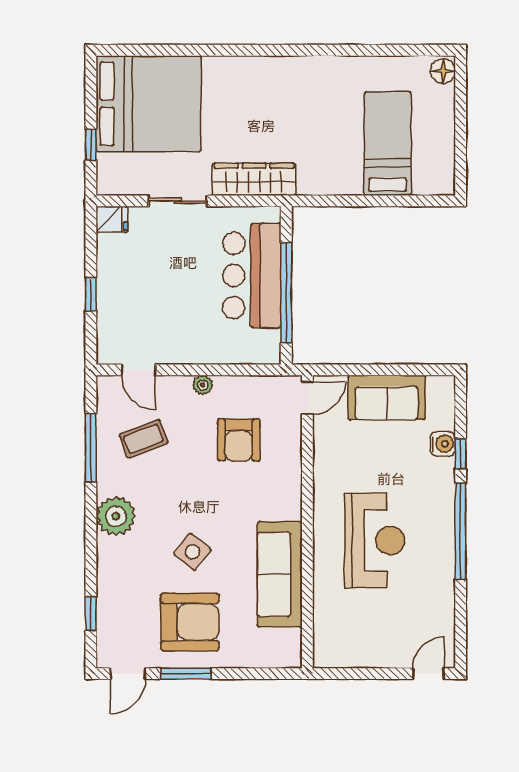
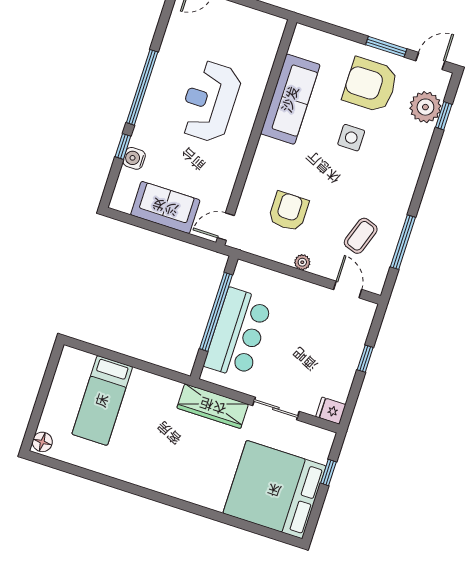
coffee table: (143, 439) -> (361, 236), turned -50
plant: (116, 516) -> (425, 107), moved
side table: (192, 552) -> (351, 138), turned -38

